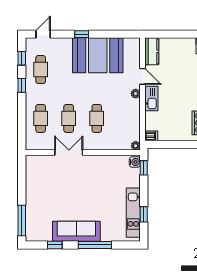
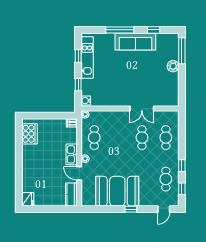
cafe table: (97, 118) -> (94, 138), moved
window: (144, 168) -> (78, 85), moved
plant: (32, 202) -> (173, 66), added

